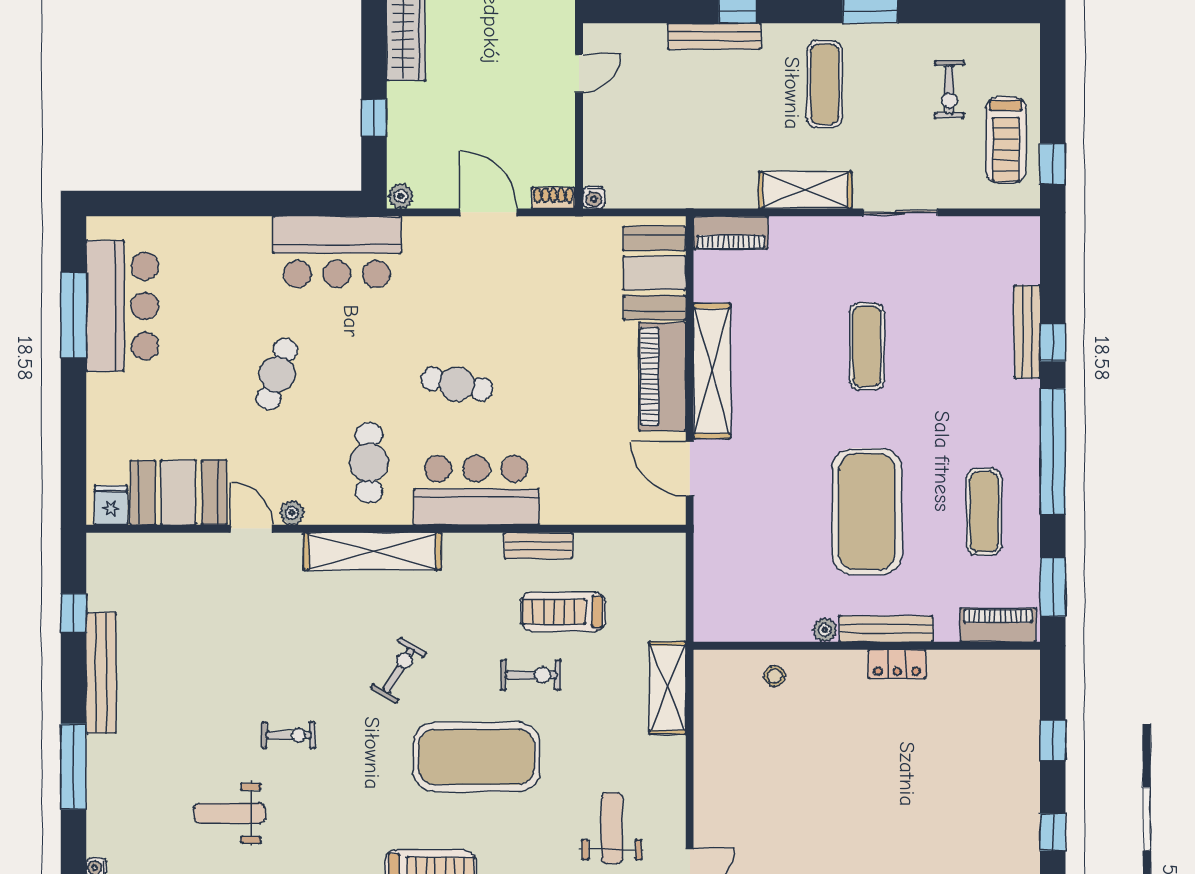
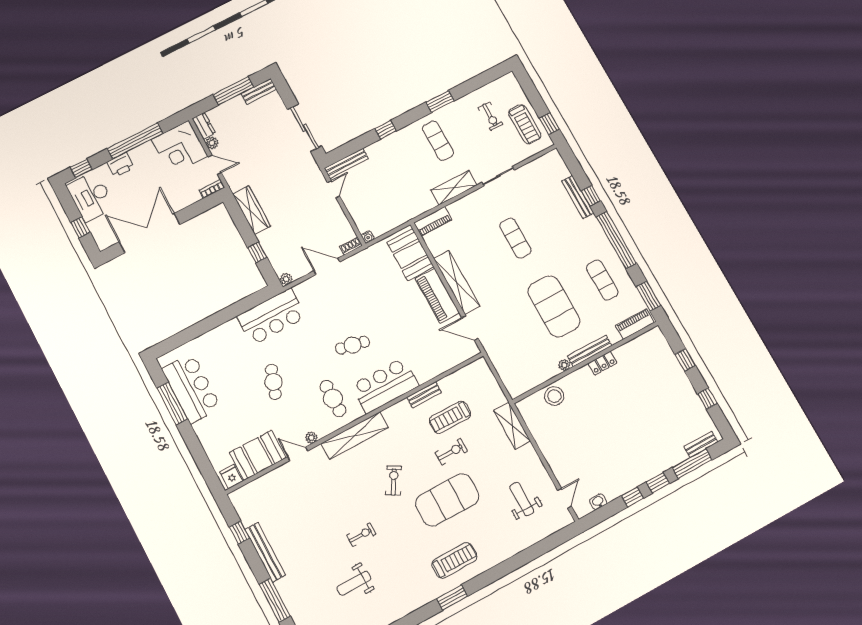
bench: (714, 36) -> (346, 163), moved
stool: (775, 676) -> (554, 396), width x1.89, depth x1.89

